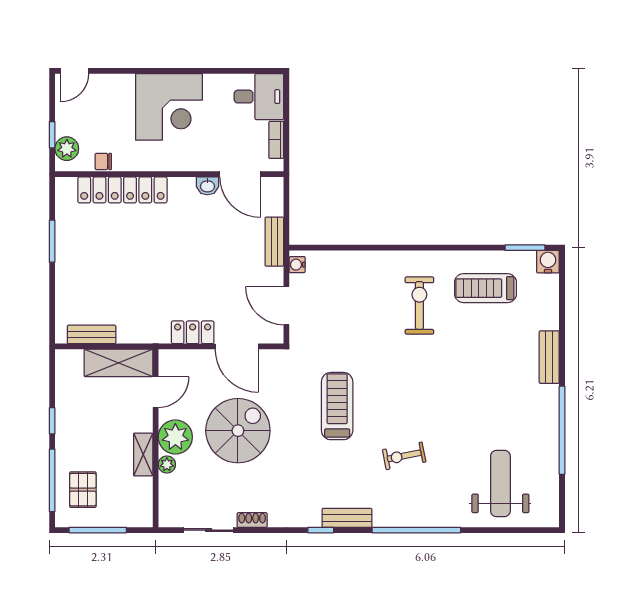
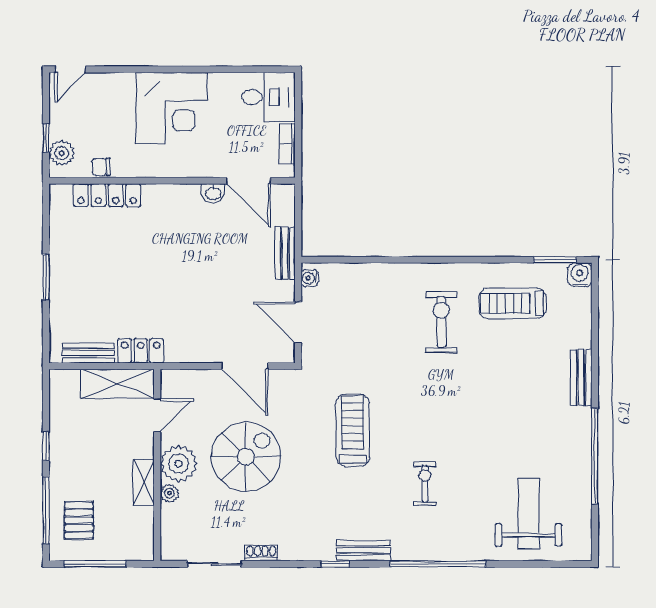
locker: (122, 190) -> (107, 195), width x0.71, depth x0.83
window: (52, 241) -> (46, 277), moved
locker: (193, 332) -> (141, 351), moved
exercise bike: (404, 456) -> (425, 484), turned 101

